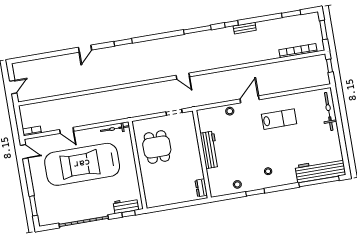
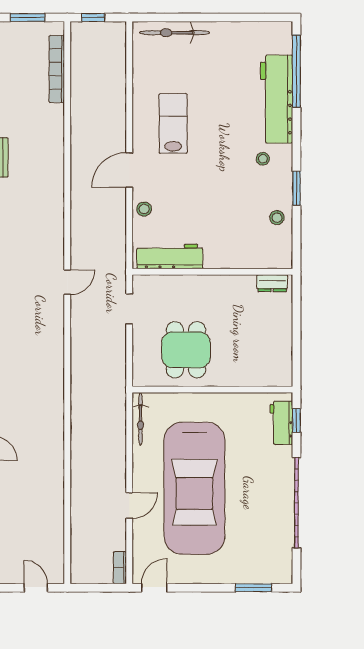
door: (250, 99) -> (129, 170), hinge flipped
dining table: (157, 147) -> (186, 350), turned 90
workbench: (210, 150) -> (170, 256), moved
workbench: (320, 170) -> (277, 99), moved

